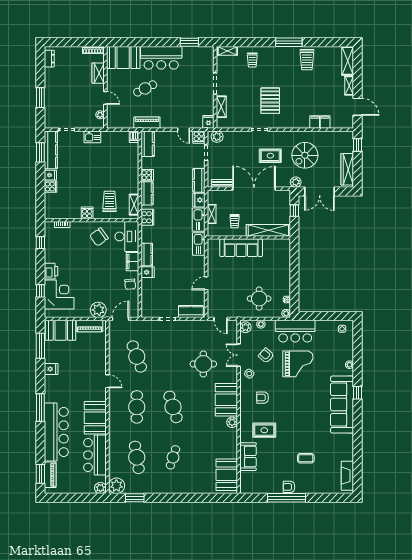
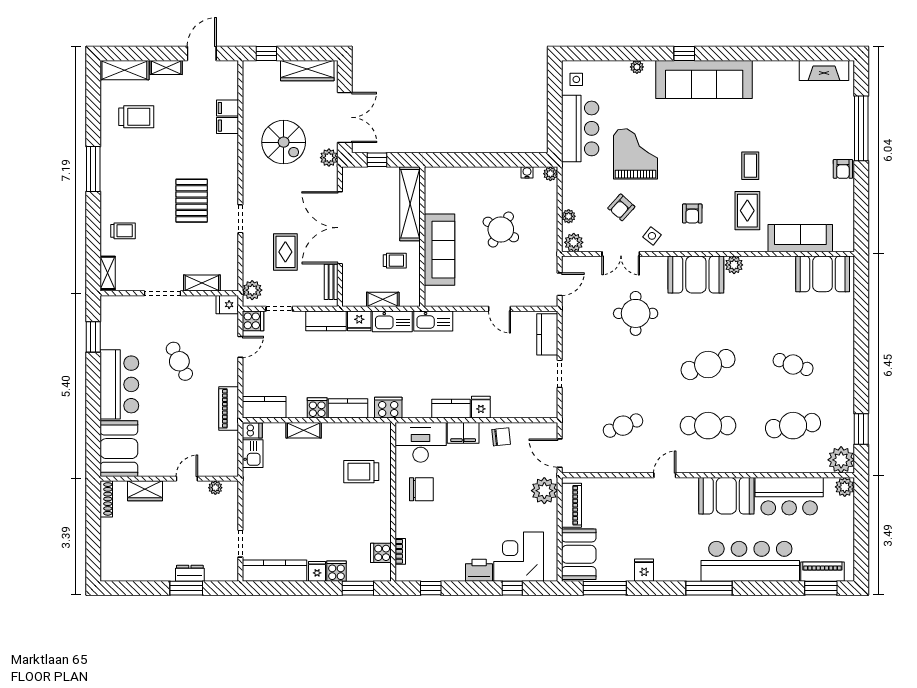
dresser: (49, 59) -> (190, 573), moved
trolley: (307, 60) -> (136, 117), moved
cafe table: (145, 88) -> (179, 361), moved
pallet: (270, 101) -> (192, 201), turned 90
kitchen sink: (92, 137) -> (253, 454), moved
window: (40, 152) -> (358, 588), moved
rug: (270, 156) -> (285, 252), moved
shelving: (134, 205) -> (304, 430), moved
cooker: (87, 213) -> (381, 553), moved
chair: (99, 237) -> (421, 489), turned -54
round table: (259, 299) -> (501, 230), moved, turned 31
bar counter: (295, 331) -> (580, 128), moved
cafe table: (137, 356) -> (623, 426), width x0.73, depth x0.74
sofa: (248, 457) -> (800, 238), width x1.36
coffee table: (306, 458) -> (750, 166), moved
window: (287, 498) -> (861, 128), moved

